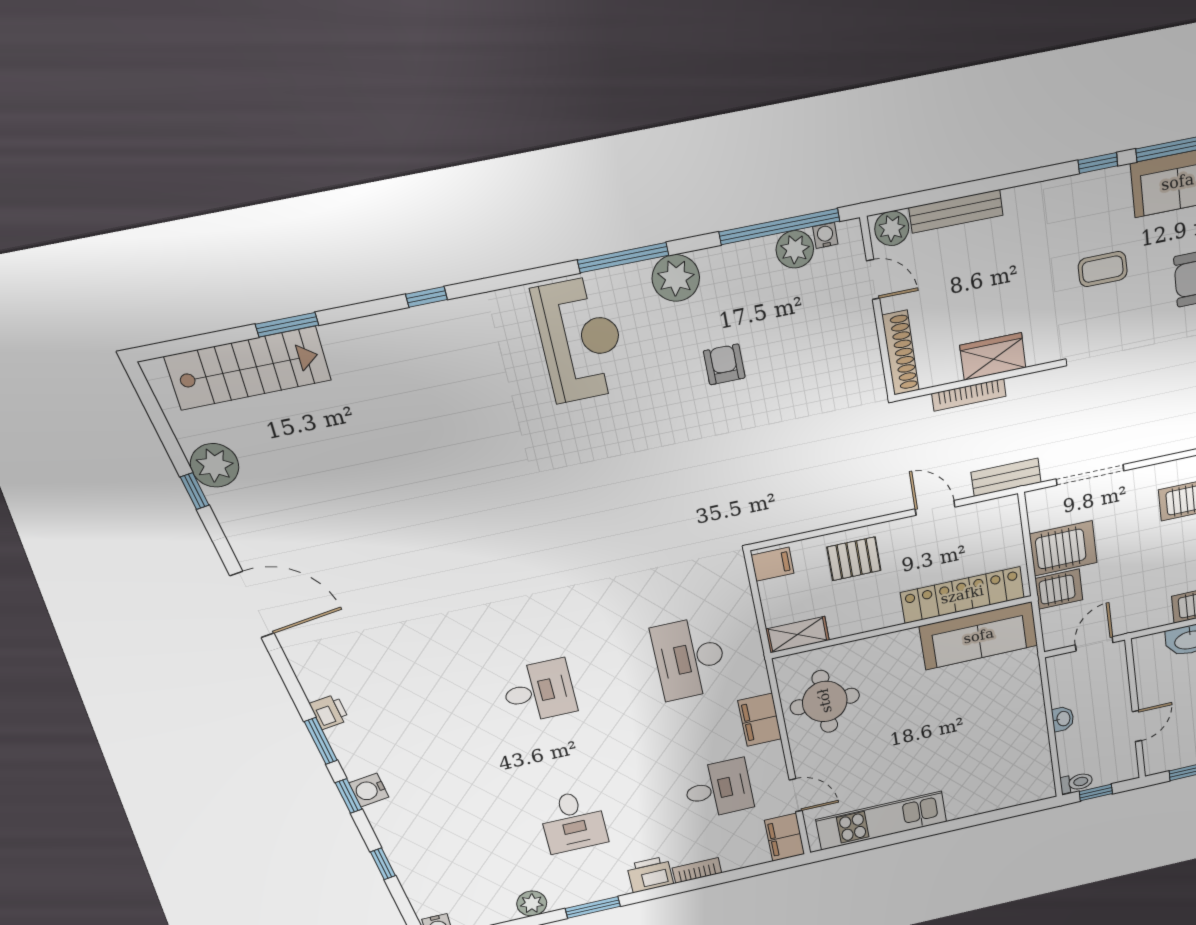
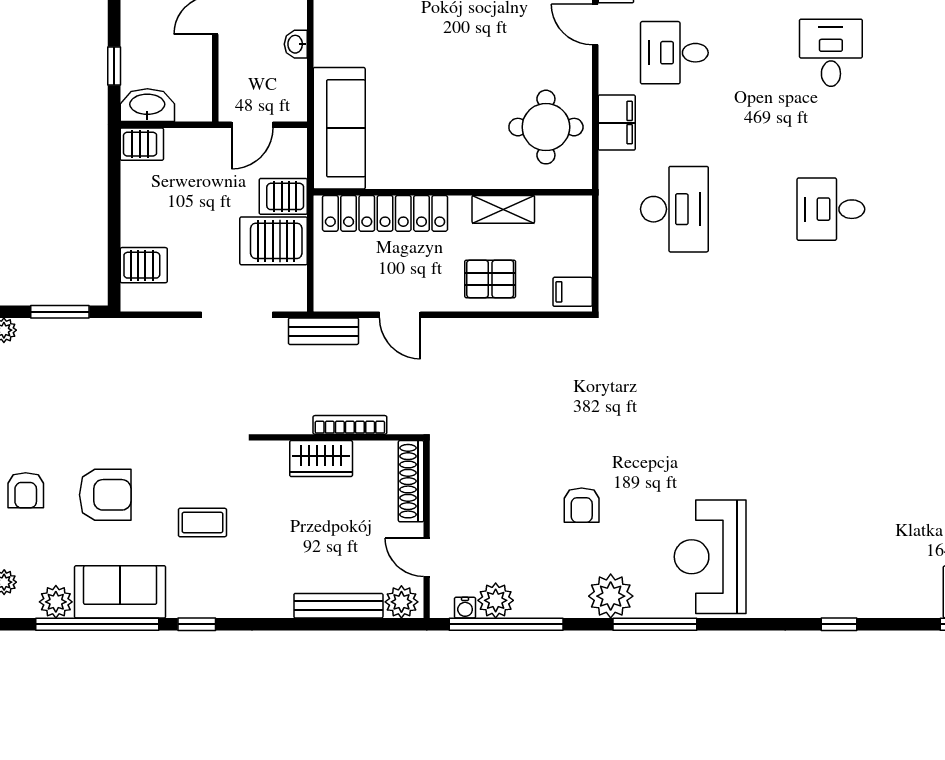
shelving: (797, 635) -> (503, 209), moved
sofa: (979, 636) -> (339, 128), moved, turned 90

